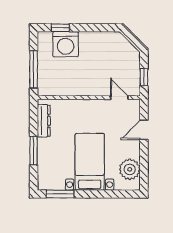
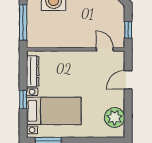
window: (34, 151) -> (23, 100), width x0.67
bed with nightstands: (90, 162) -> (54, 111), moved, turned 90

